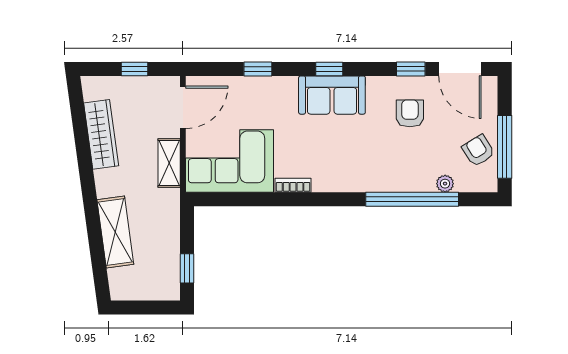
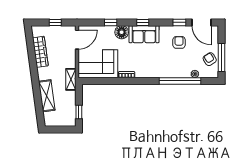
floor lamp: (282, 91) -> (122, 32), added
shelving: (169, 163) -> (71, 79), moved

